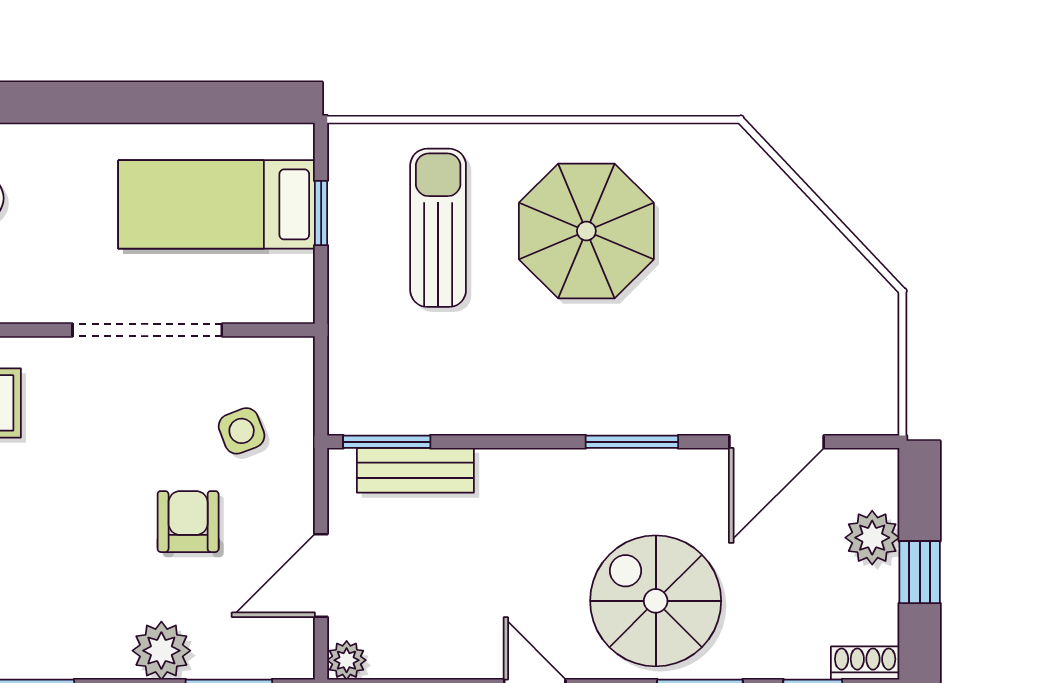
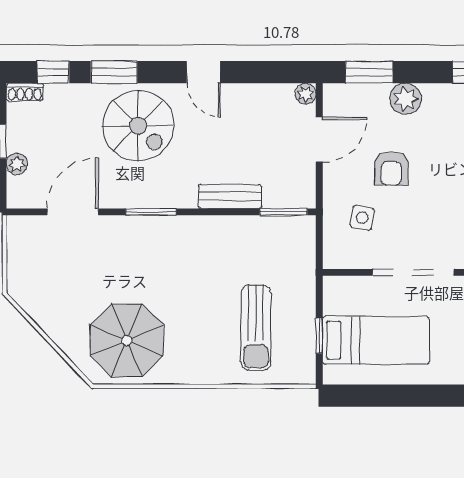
parasol: (586, 231) -> (127, 340), moved
side table: (242, 431) -> (362, 218), turned 32
bench: (415, 470) -> (230, 196), moved
plant: (872, 538) -> (17, 164), width x0.73, depth x0.73

